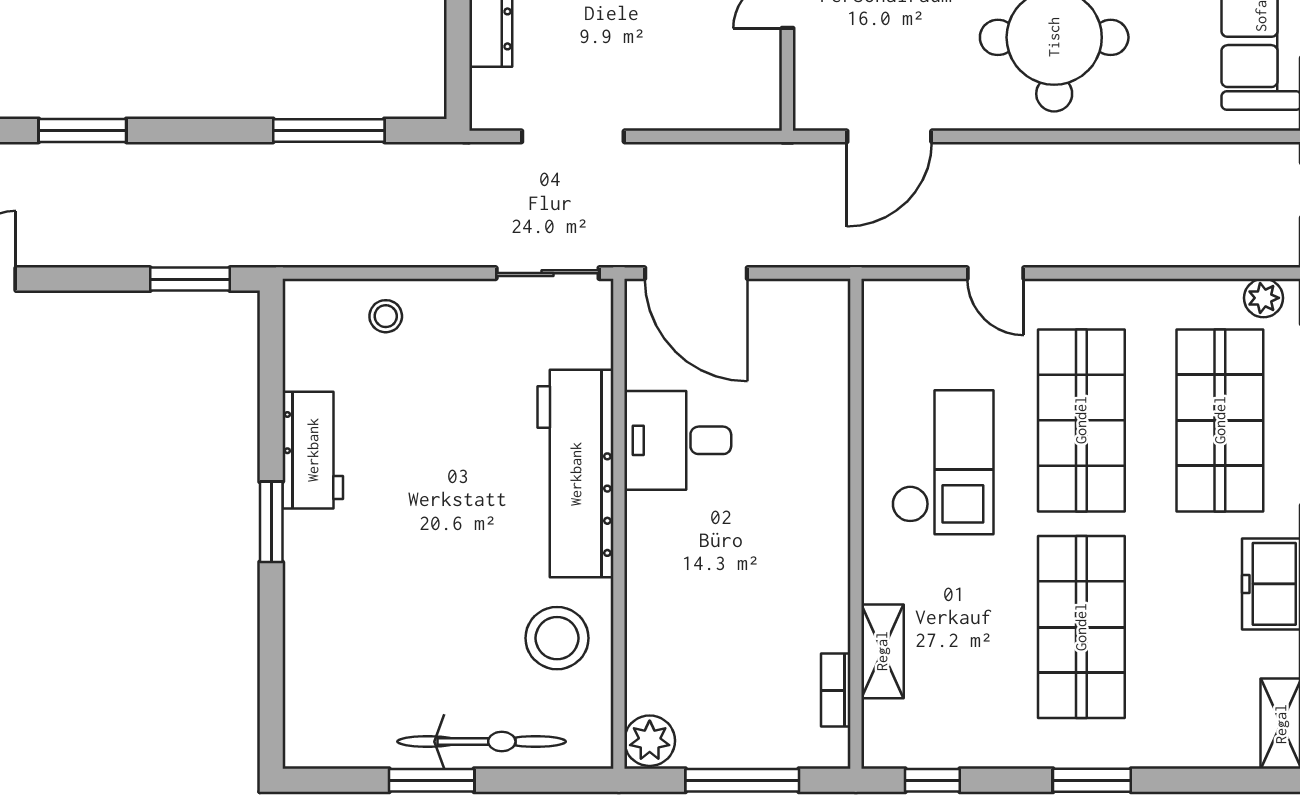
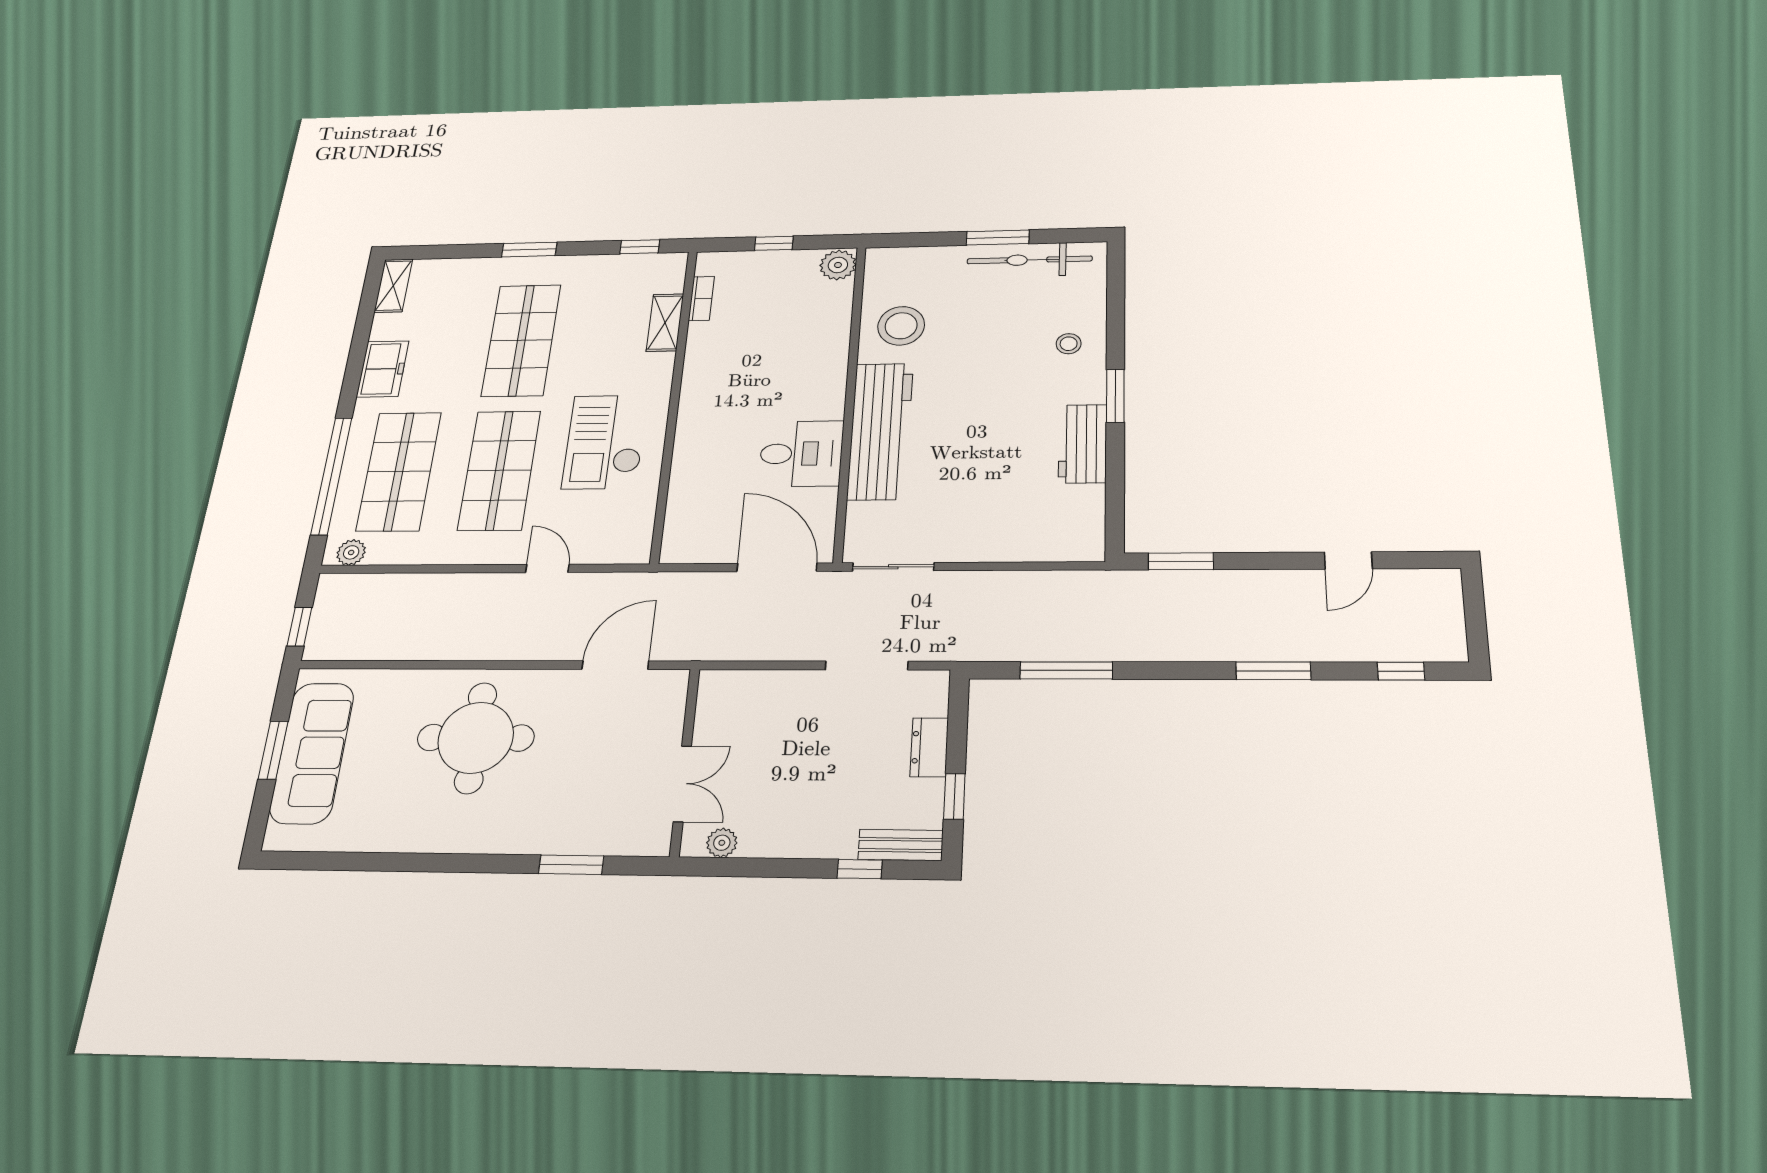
stool: (386, 316) -> (1069, 344), moved
bicycle: (482, 742) -> (1029, 260), moved
window: (742, 780) -> (774, 243), width x0.46

